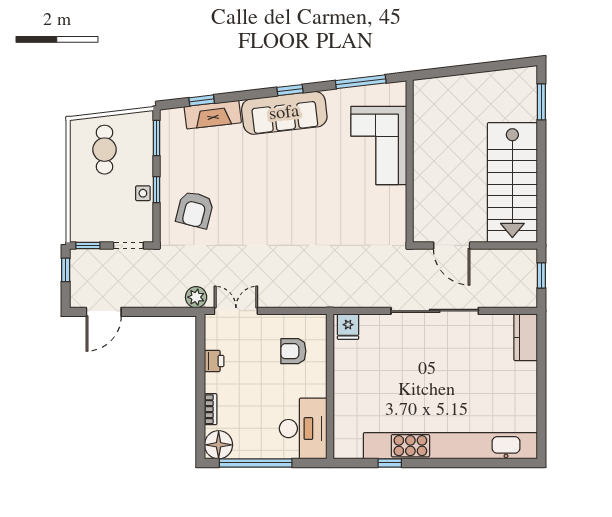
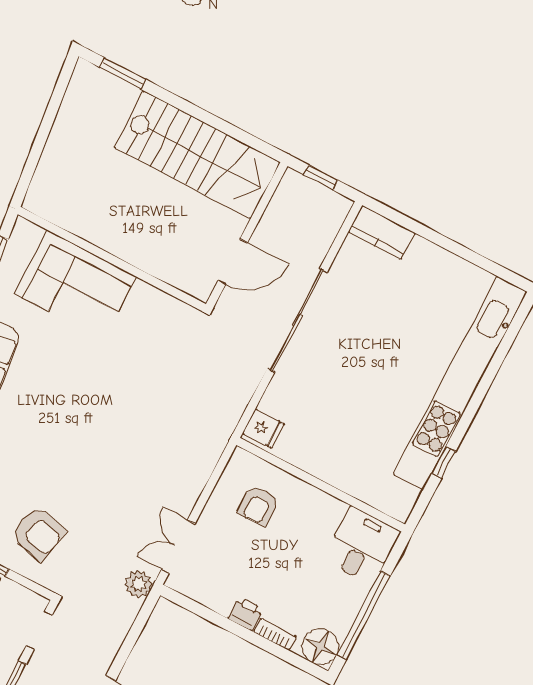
printer: (214, 361) -> (246, 614), moved
desk: (303, 429) -> (362, 546), width x0.73

